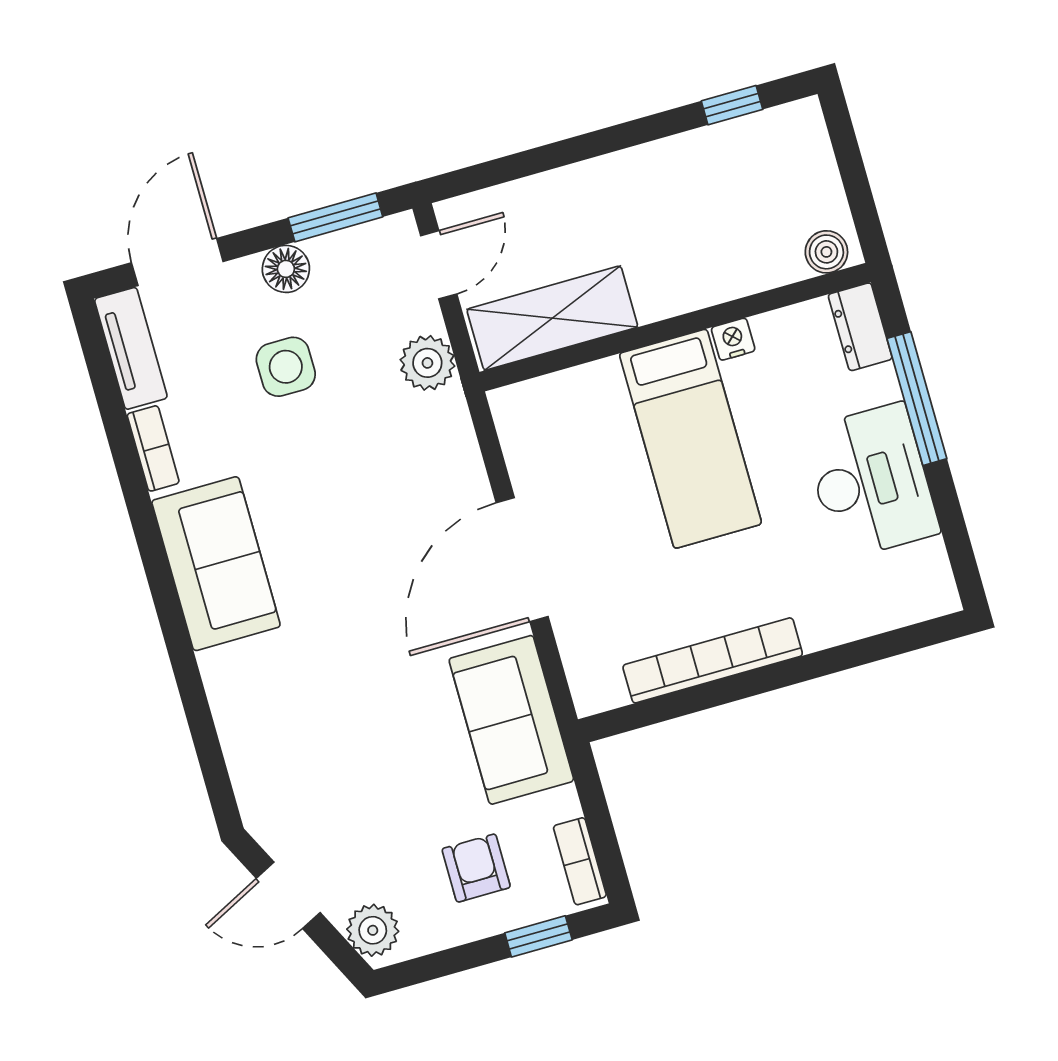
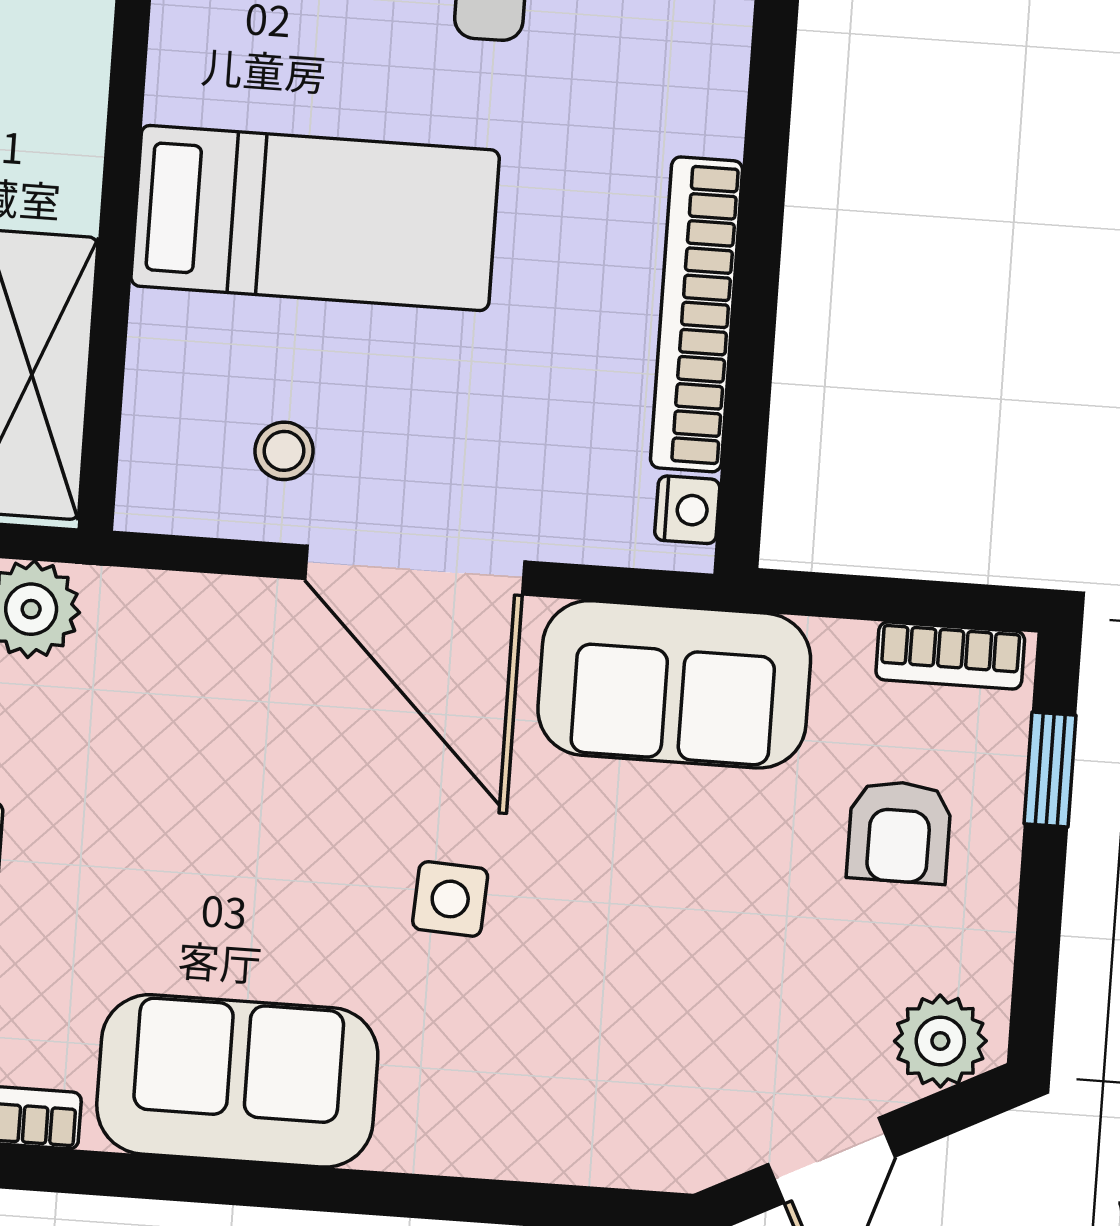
nightstand: (733, 339) -> (687, 510), moved, turned 180
stool: (560, 467) -> (284, 451), added
side table: (354, 642) -> (450, 899), added
armchair: (476, 868) -> (899, 832), turned -90

